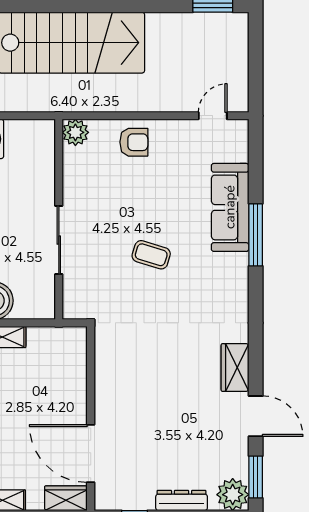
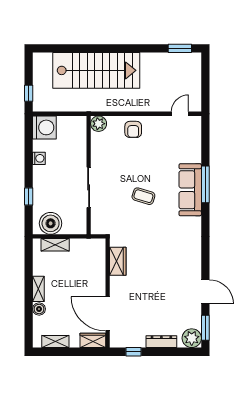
armchair: (134, 142) -> (133, 129), turned 90
sofa: (230, 207) -> (190, 190), moved
wardrobe: (235, 368) -> (118, 261), moved, turned 180

